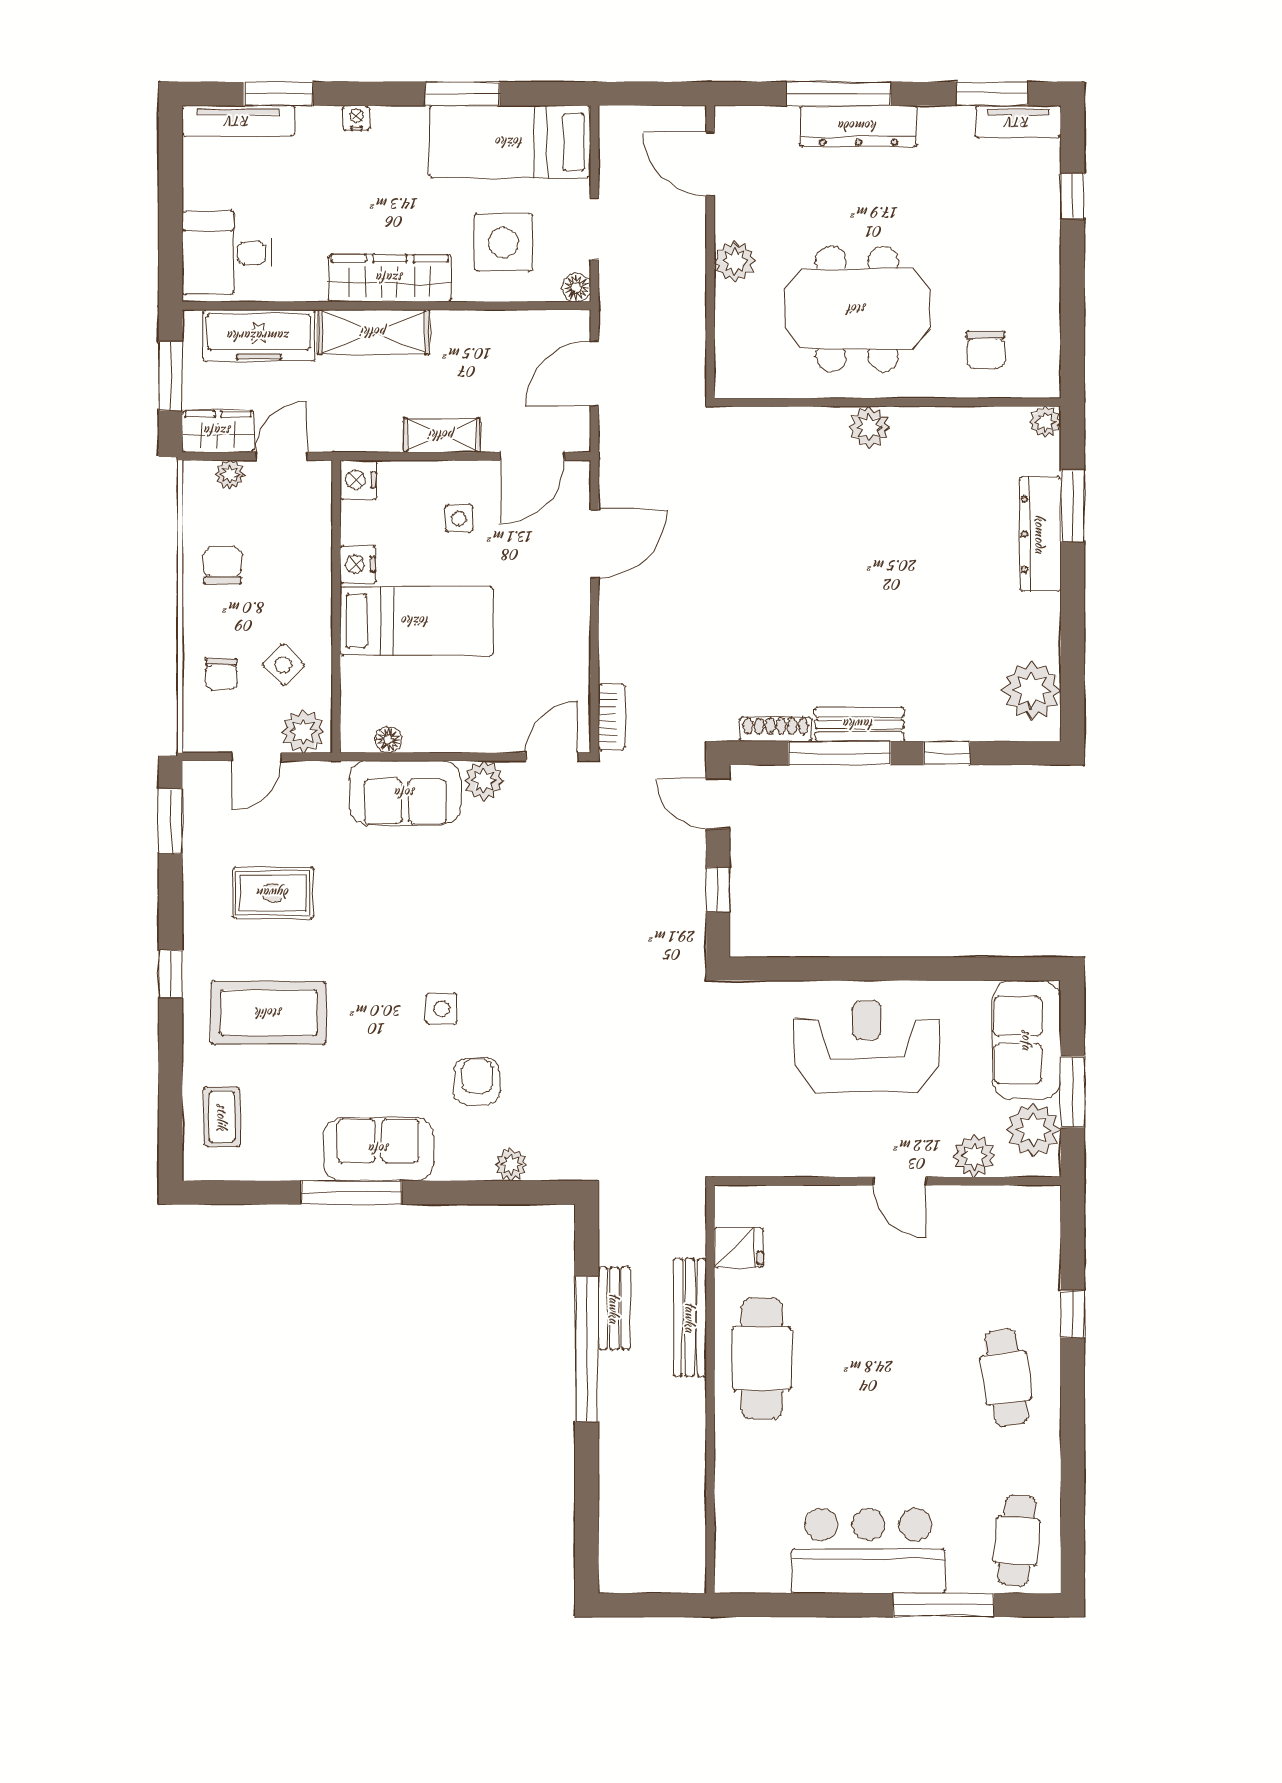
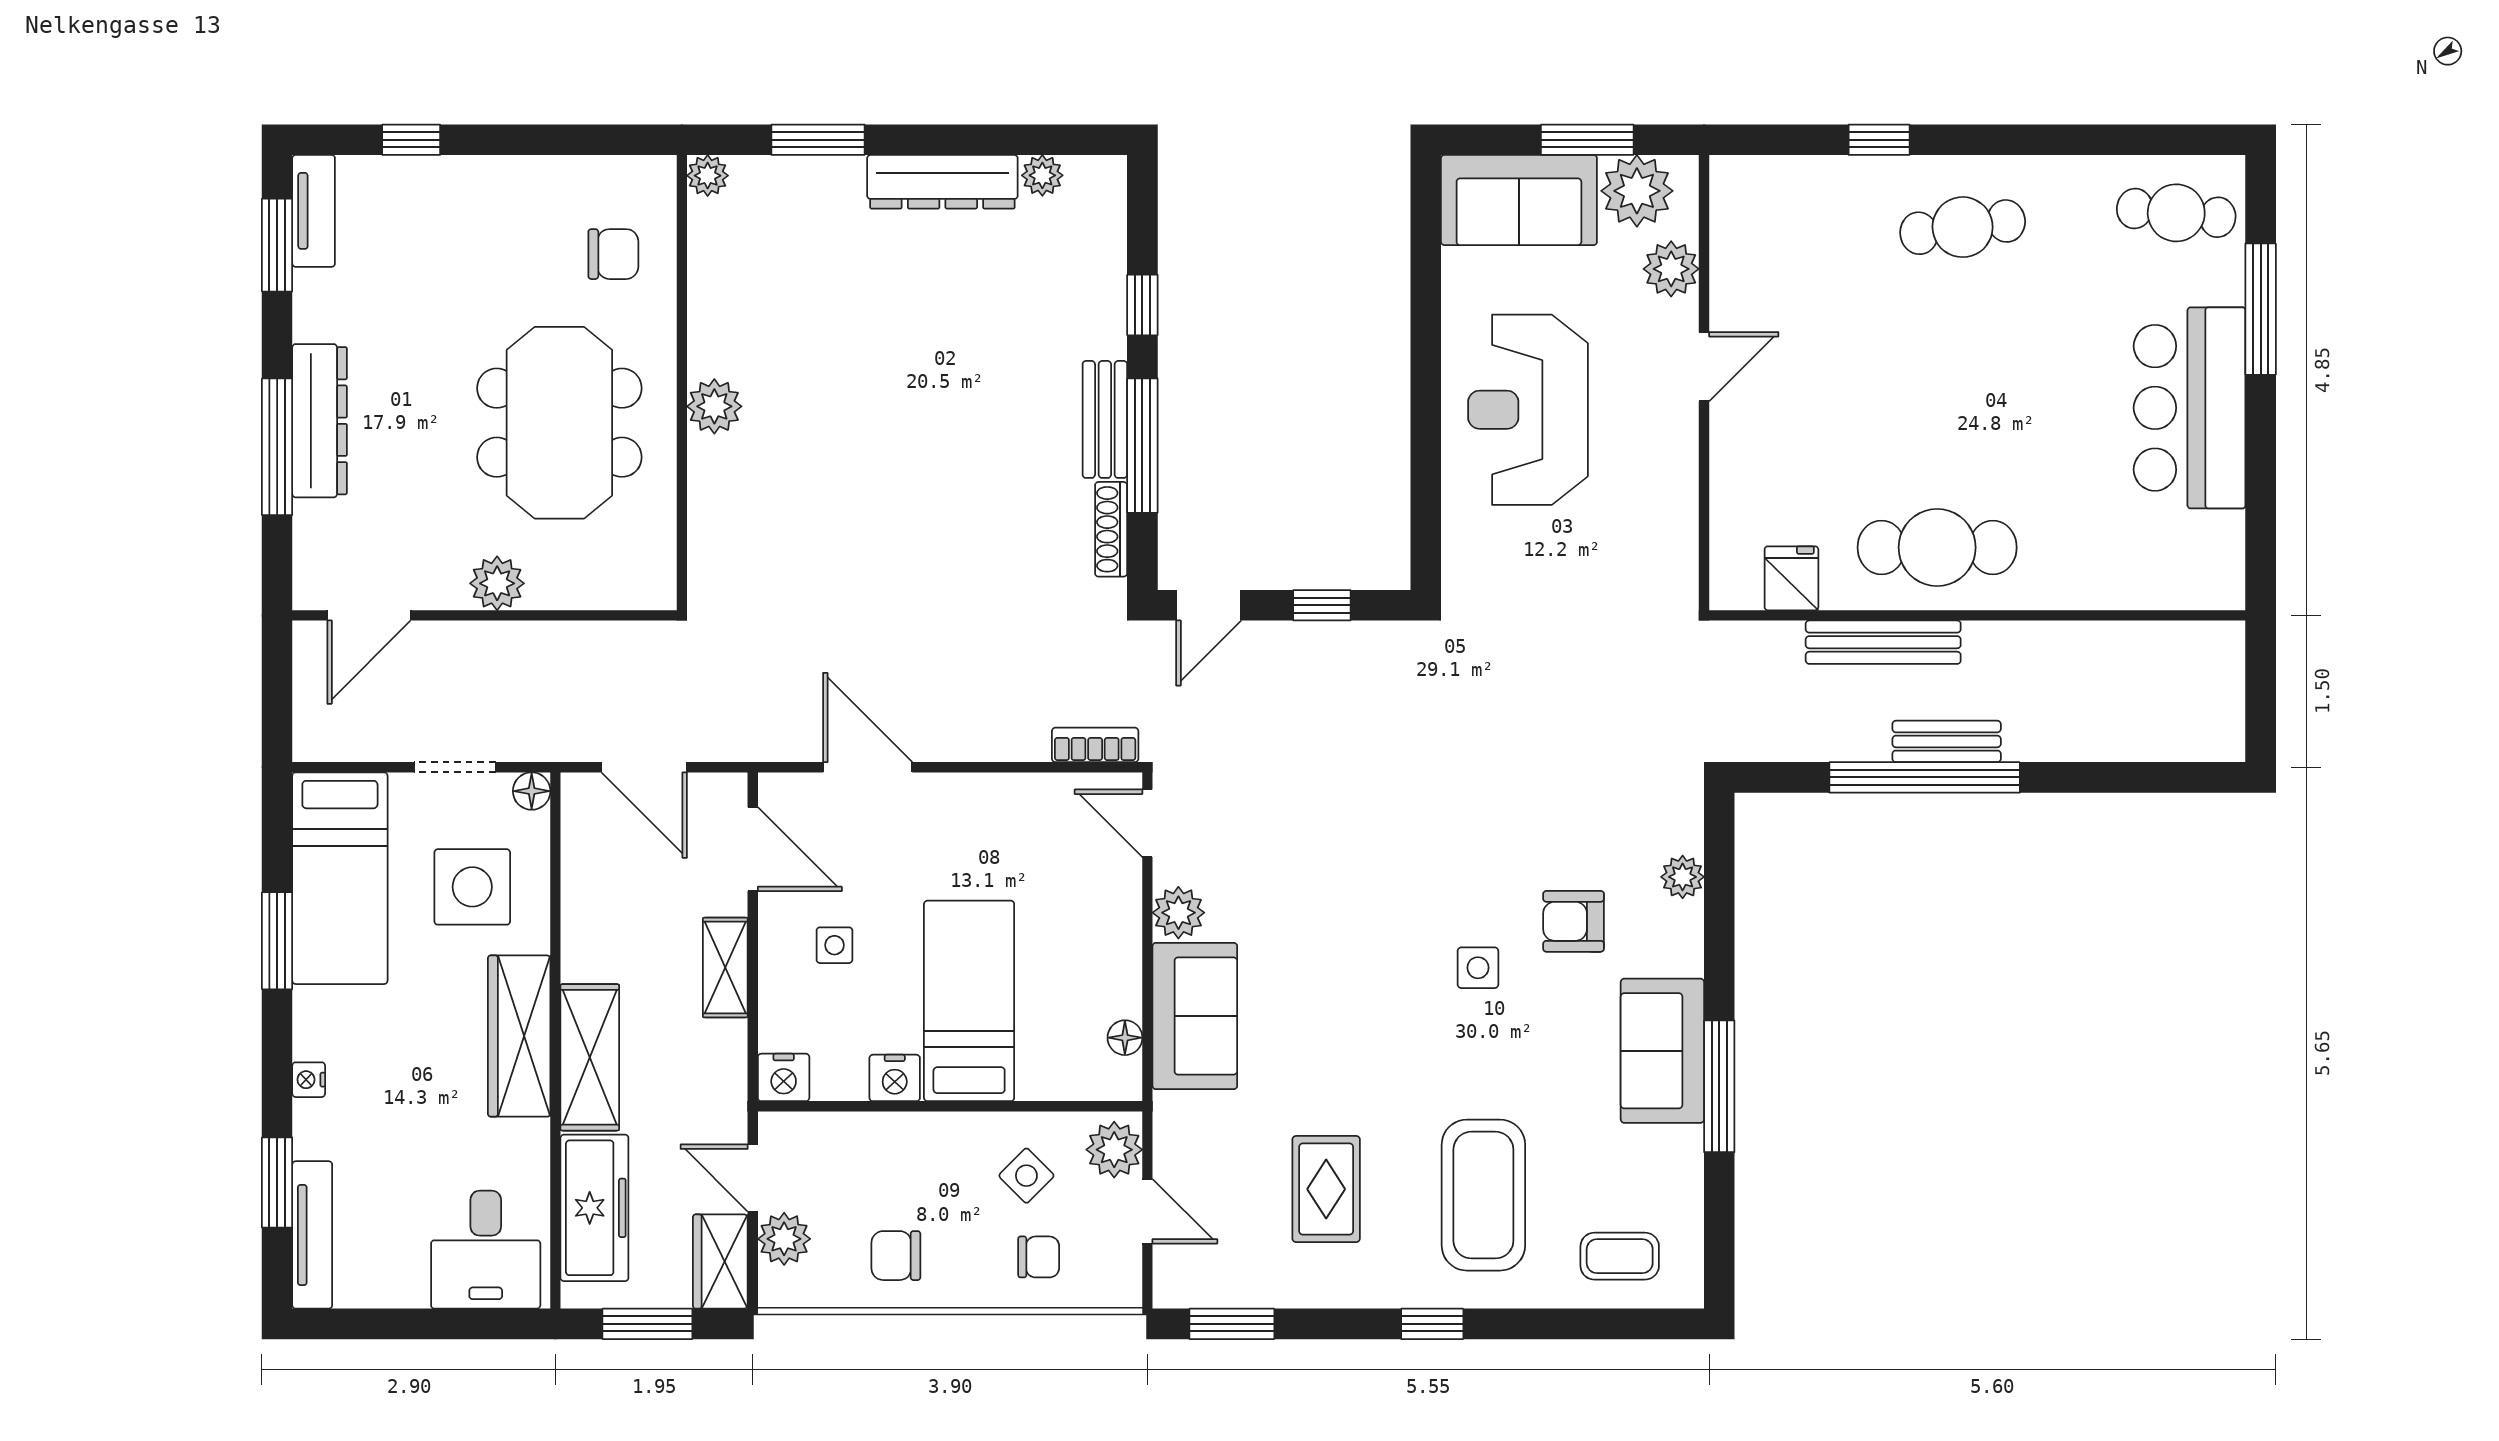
plant: (230, 475) -> (784, 1239), width x1.38, depth x1.38
dresser: (1040, 534) -> (942, 182), moved
plant: (1032, 690) -> (1042, 175), width x0.53, depth x0.53
bench: (614, 1308) -> (1947, 741), moved

